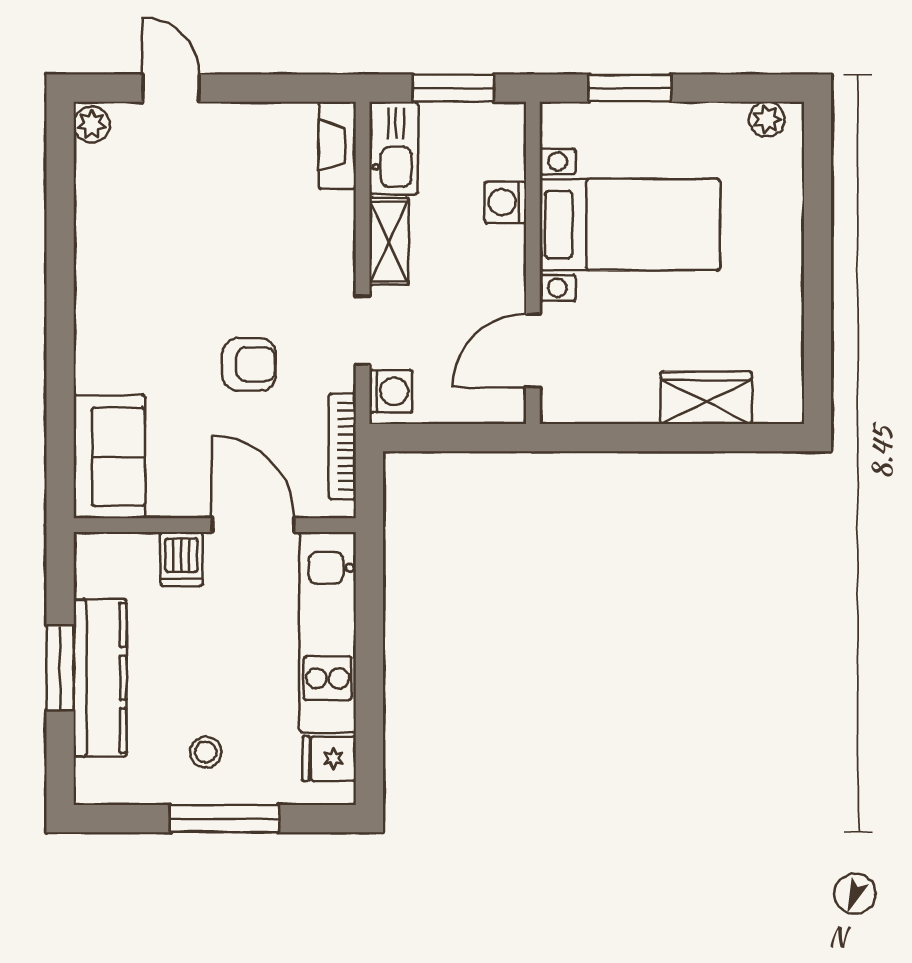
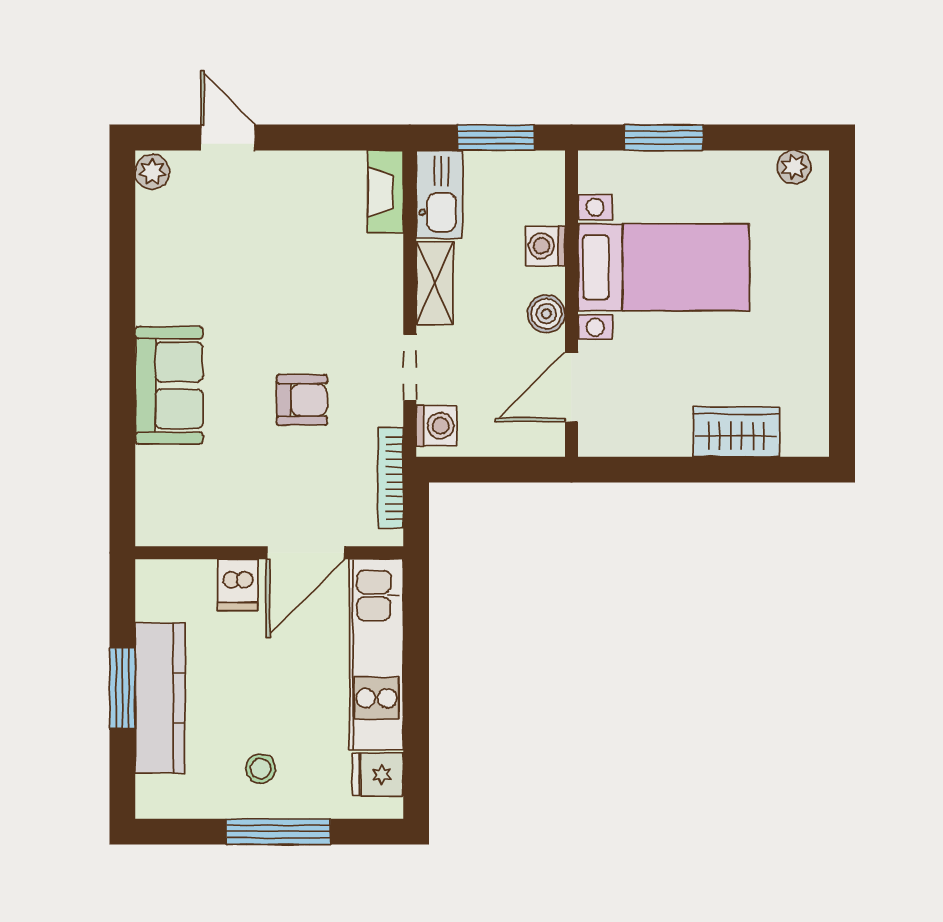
boiler: (506, 274) -> (546, 314), added
sofa: (109, 457) -> (169, 385), moved
door: (253, 525) -> (305, 553), swing flipped

